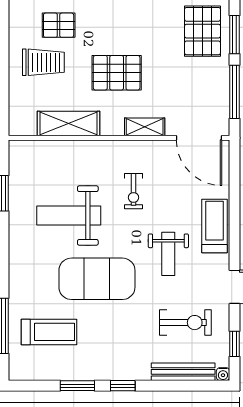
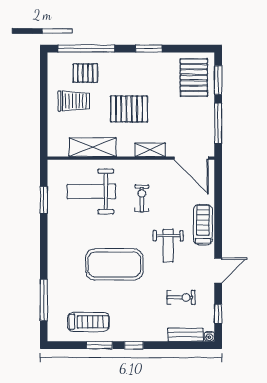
exercise bike: (134, 191) -> (142, 198), turned 180
weight bench: (69, 216) -> (91, 191), moved
exercise bike: (185, 323) -> (181, 297), width x0.73, depth x0.72
treadmill: (49, 332) -> (88, 322), moved
bench: (183, 372) -> (186, 335), width x0.73

